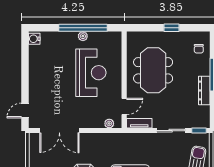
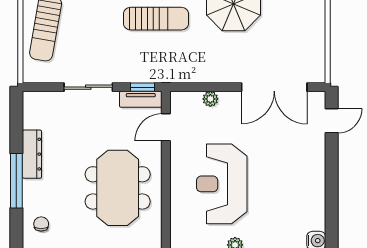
plant: (109, 123) -> (210, 99), moved
double door: (59, 131) -> (274, 87), swing flipped
window: (199, 131) -> (142, 87), moved

